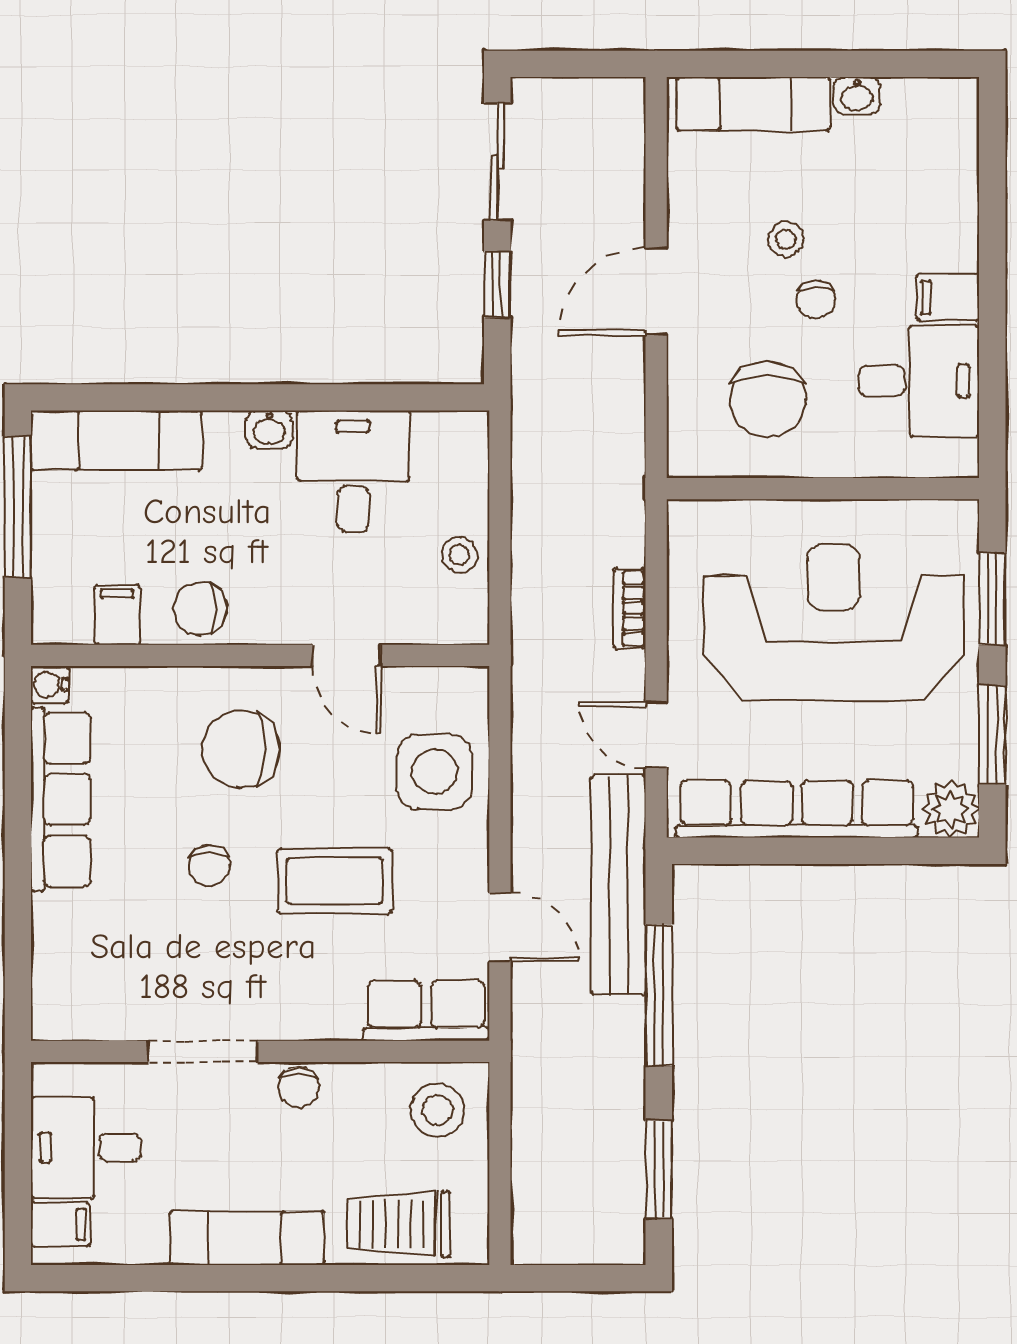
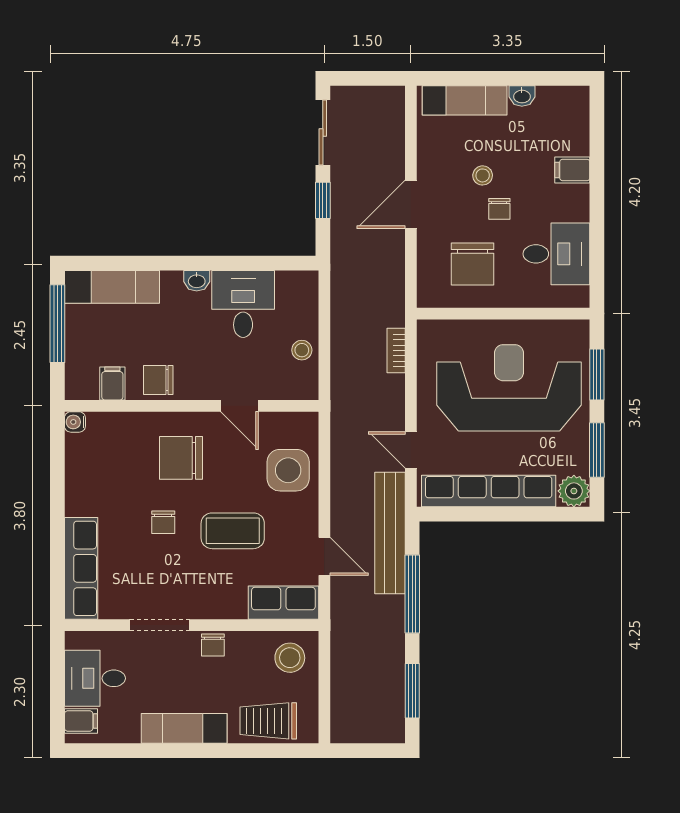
filing cabinet: (948, 297) -> (572, 170), moved
bookcase: (630, 608) -> (396, 350), moved
row of seats: (61, 799) -> (81, 568), moved

